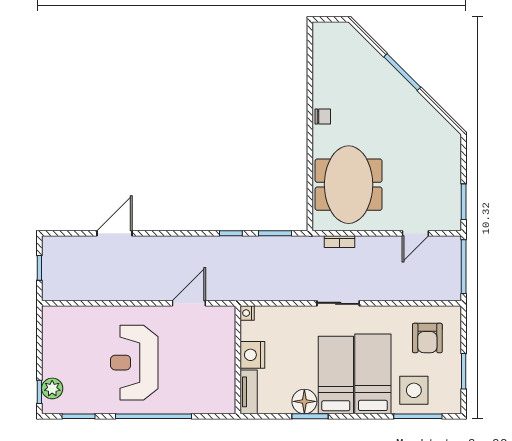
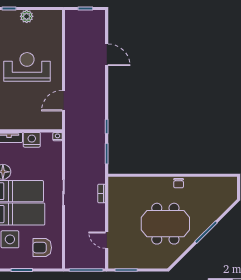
meeting table: (349, 185) -> (165, 224), moved
door: (189, 303) -> (63, 101), swing flipped
plant: (52, 388) -> (27, 16), moved

